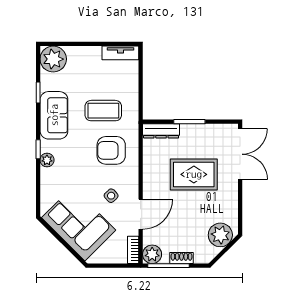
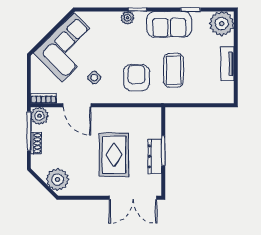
tv unit: (120, 53) -> (227, 64), moved
dresser: (161, 131) -> (155, 156), moved

